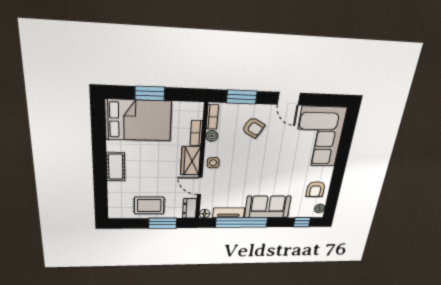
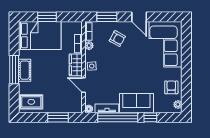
window: (100, 166) -> (14, 70), added
armchair: (315, 189) -> (171, 87), turned 180
rug: (149, 205) -> (31, 102), moved
dresser: (190, 208) -> (77, 104), removed
window: (302, 222) -> (150, 117), moved

